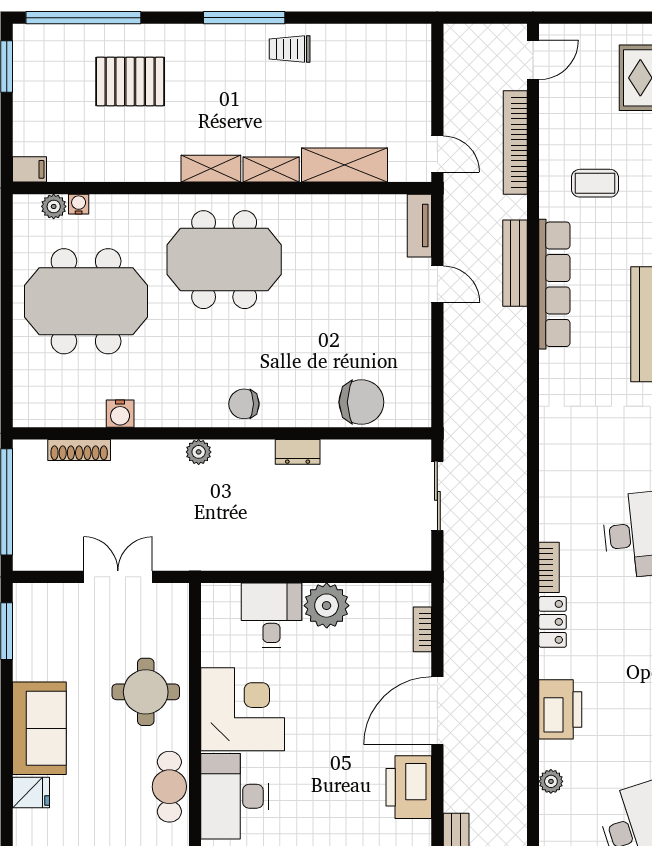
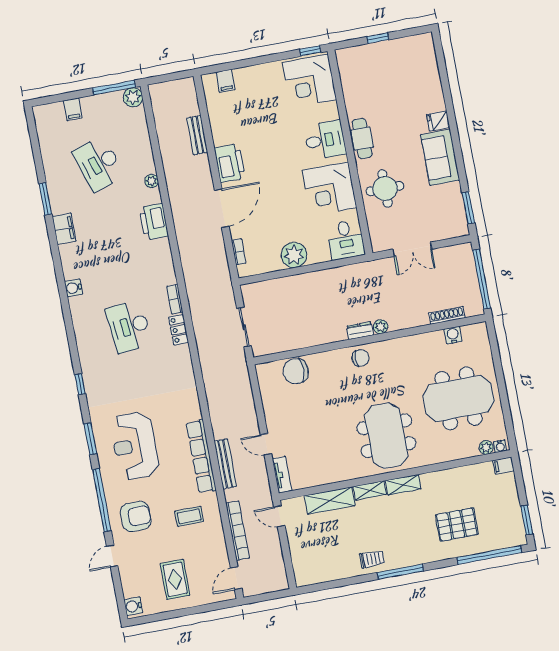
water cooler: (79, 204) -> (500, 446), moved
meeting table: (224, 260) -> (386, 436), turned 90
water cooler: (120, 414) -> (453, 335), moved
dresser: (298, 452) -> (360, 331), moved
desk: (271, 615) -> (346, 240), moved
locker: (553, 622) -> (179, 330), moved
desk: (235, 796) -> (325, 140), width x0.73

